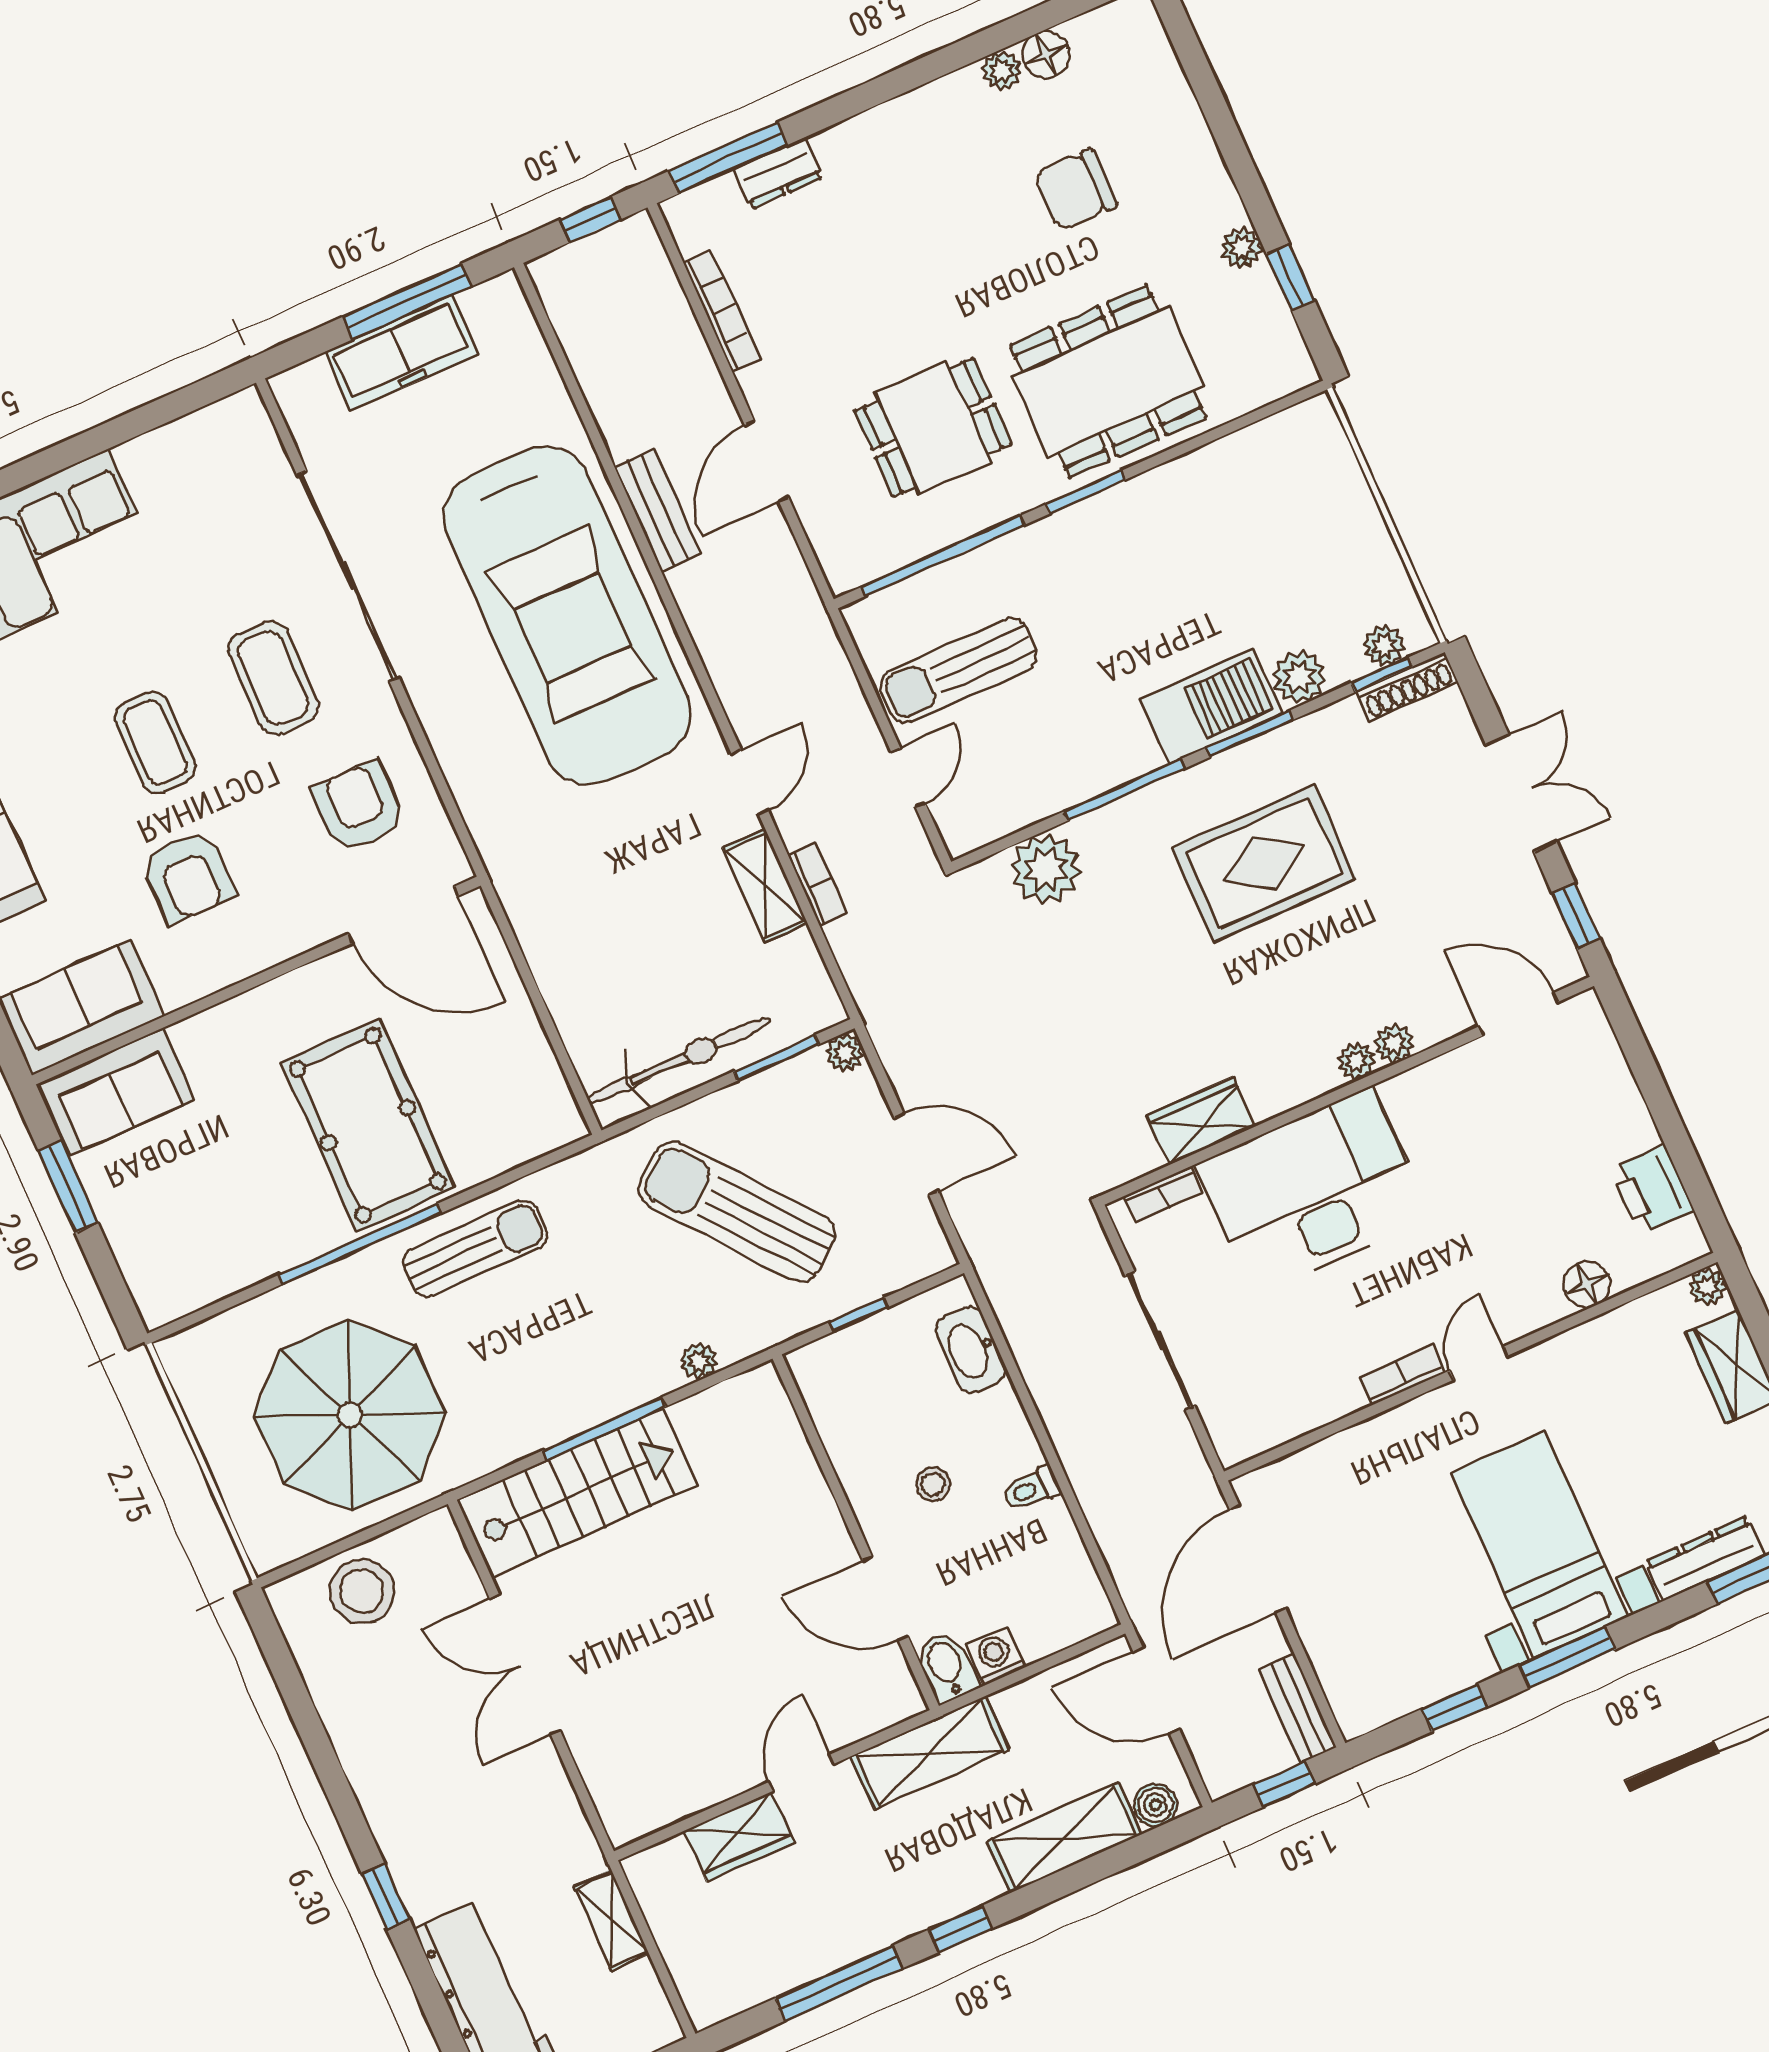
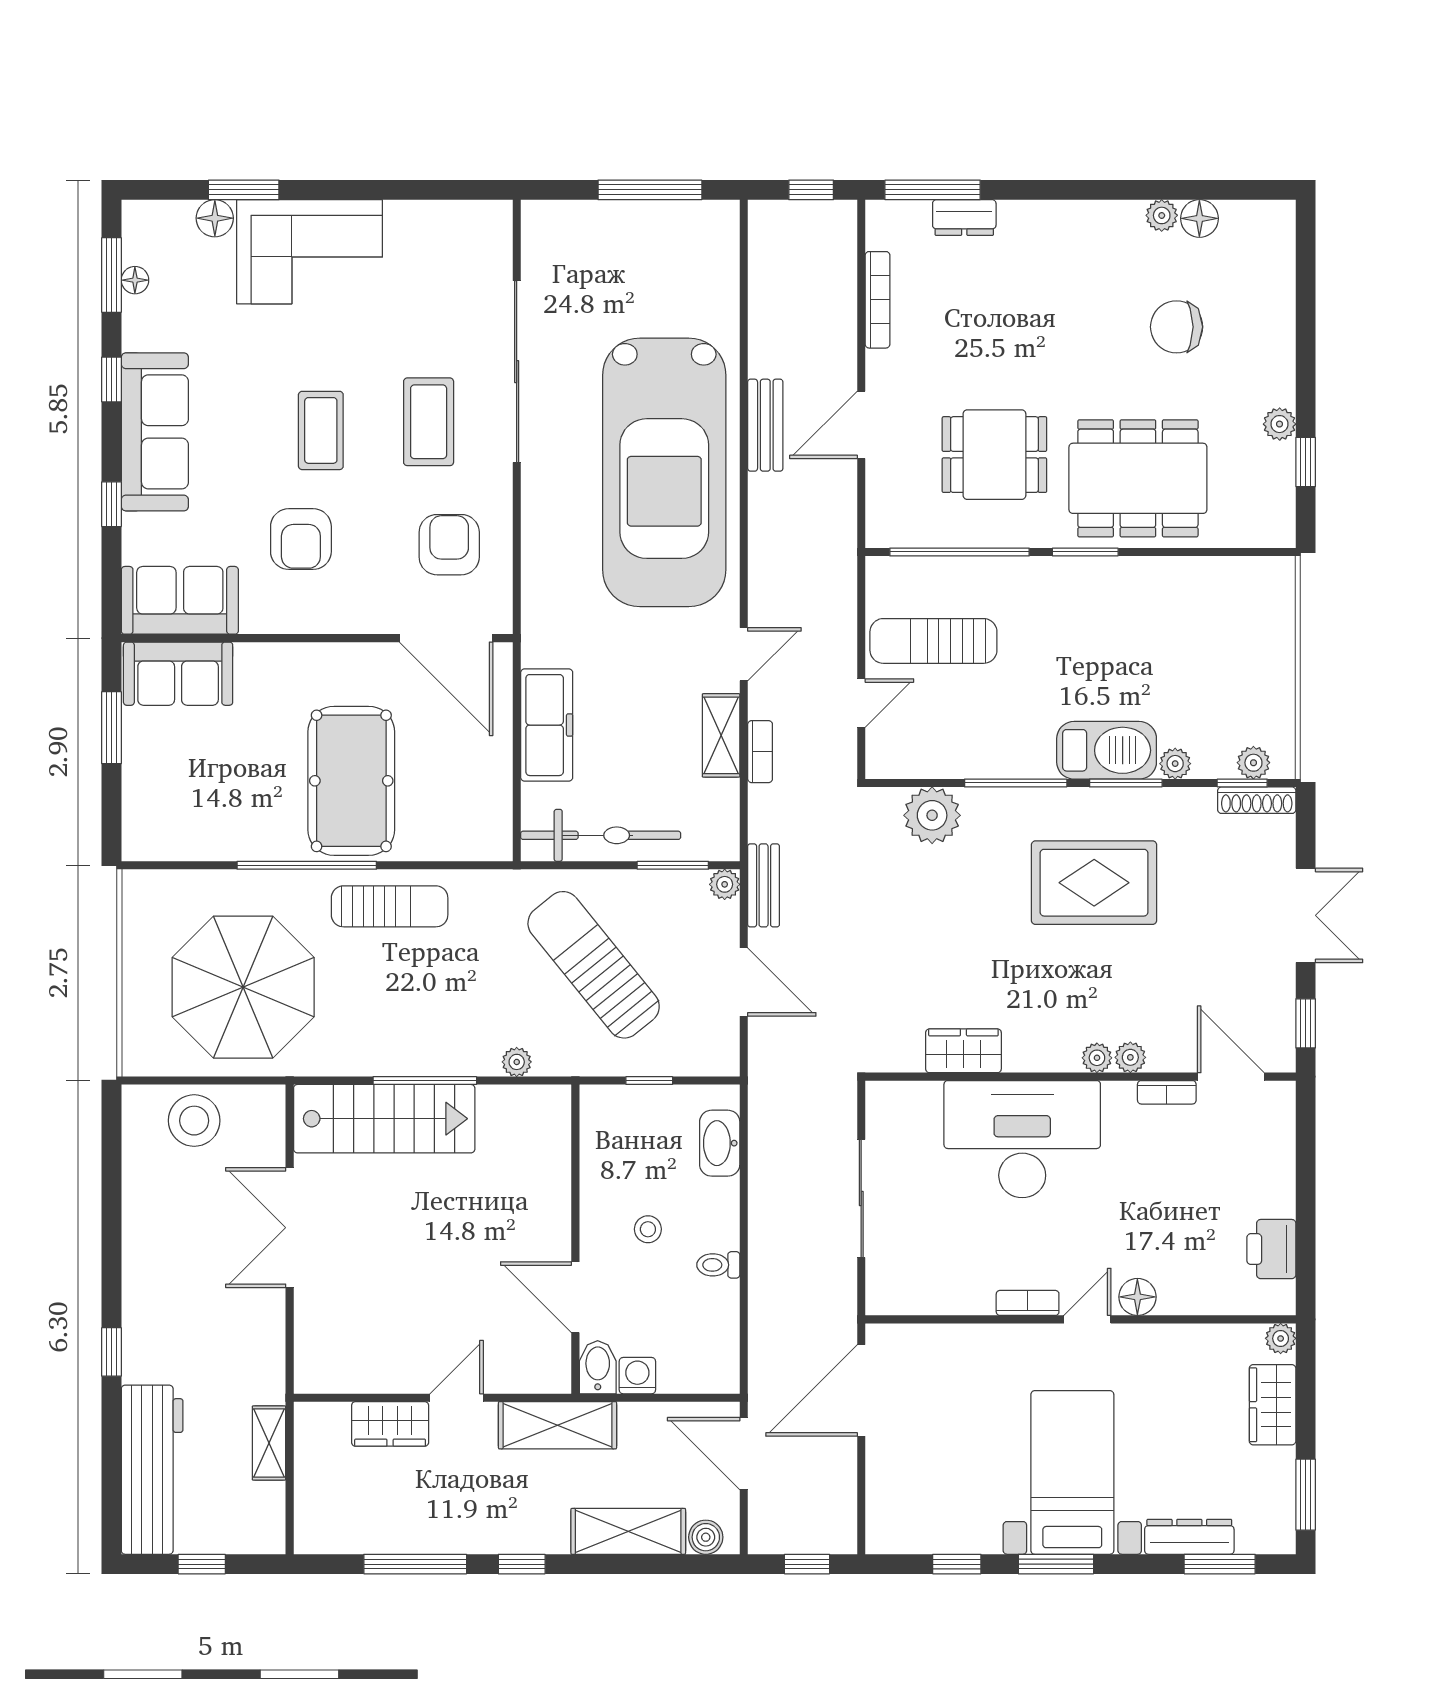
freezer: (401, 353) -> (547, 725), moved, turned -90
plant: (1299, 677) -> (1175, 764), width x0.73, depth x0.73
bookcase: (1163, 1195) -> (1167, 1092), moved
floor lamp: (1587, 1284) -> (1137, 1297), moved
bench: (1297, 1708) -> (764, 885), moved

